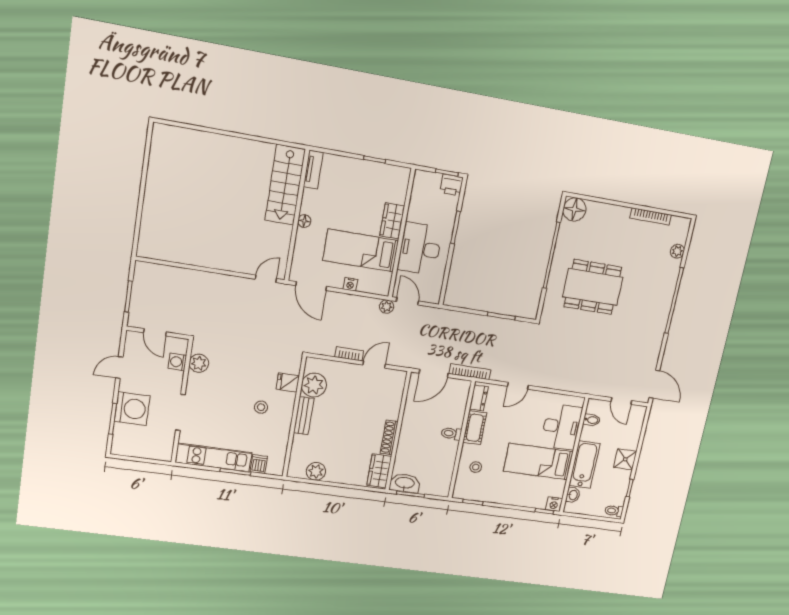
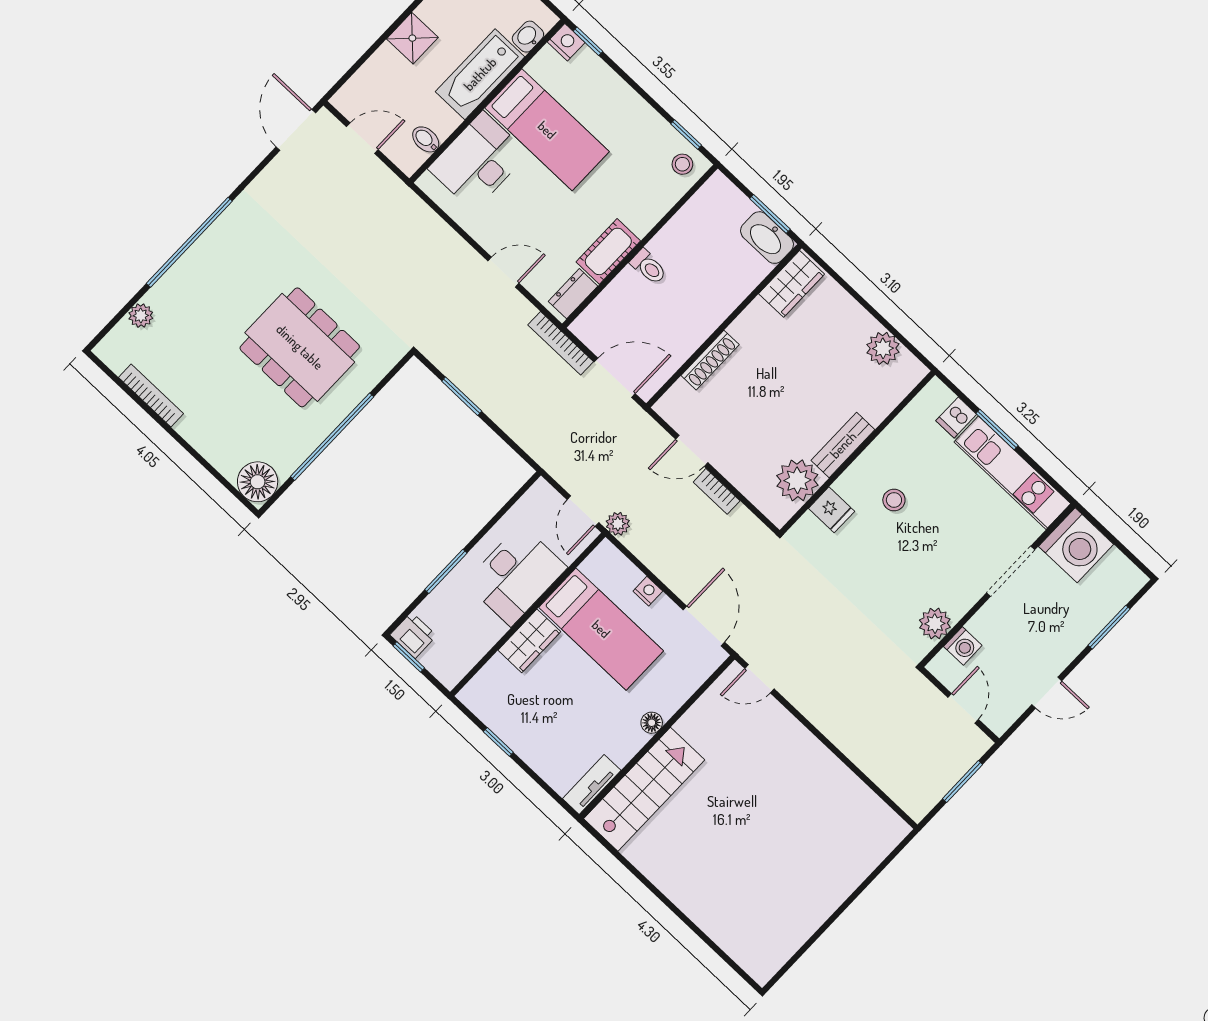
door: (621, 401) -> (362, 138), hinge flipped
washing machine: (132, 409) -> (1076, 545), moved, turned 180
shoe rack: (389, 437) -> (710, 360), moved
stool: (476, 467) -> (682, 164), moved

